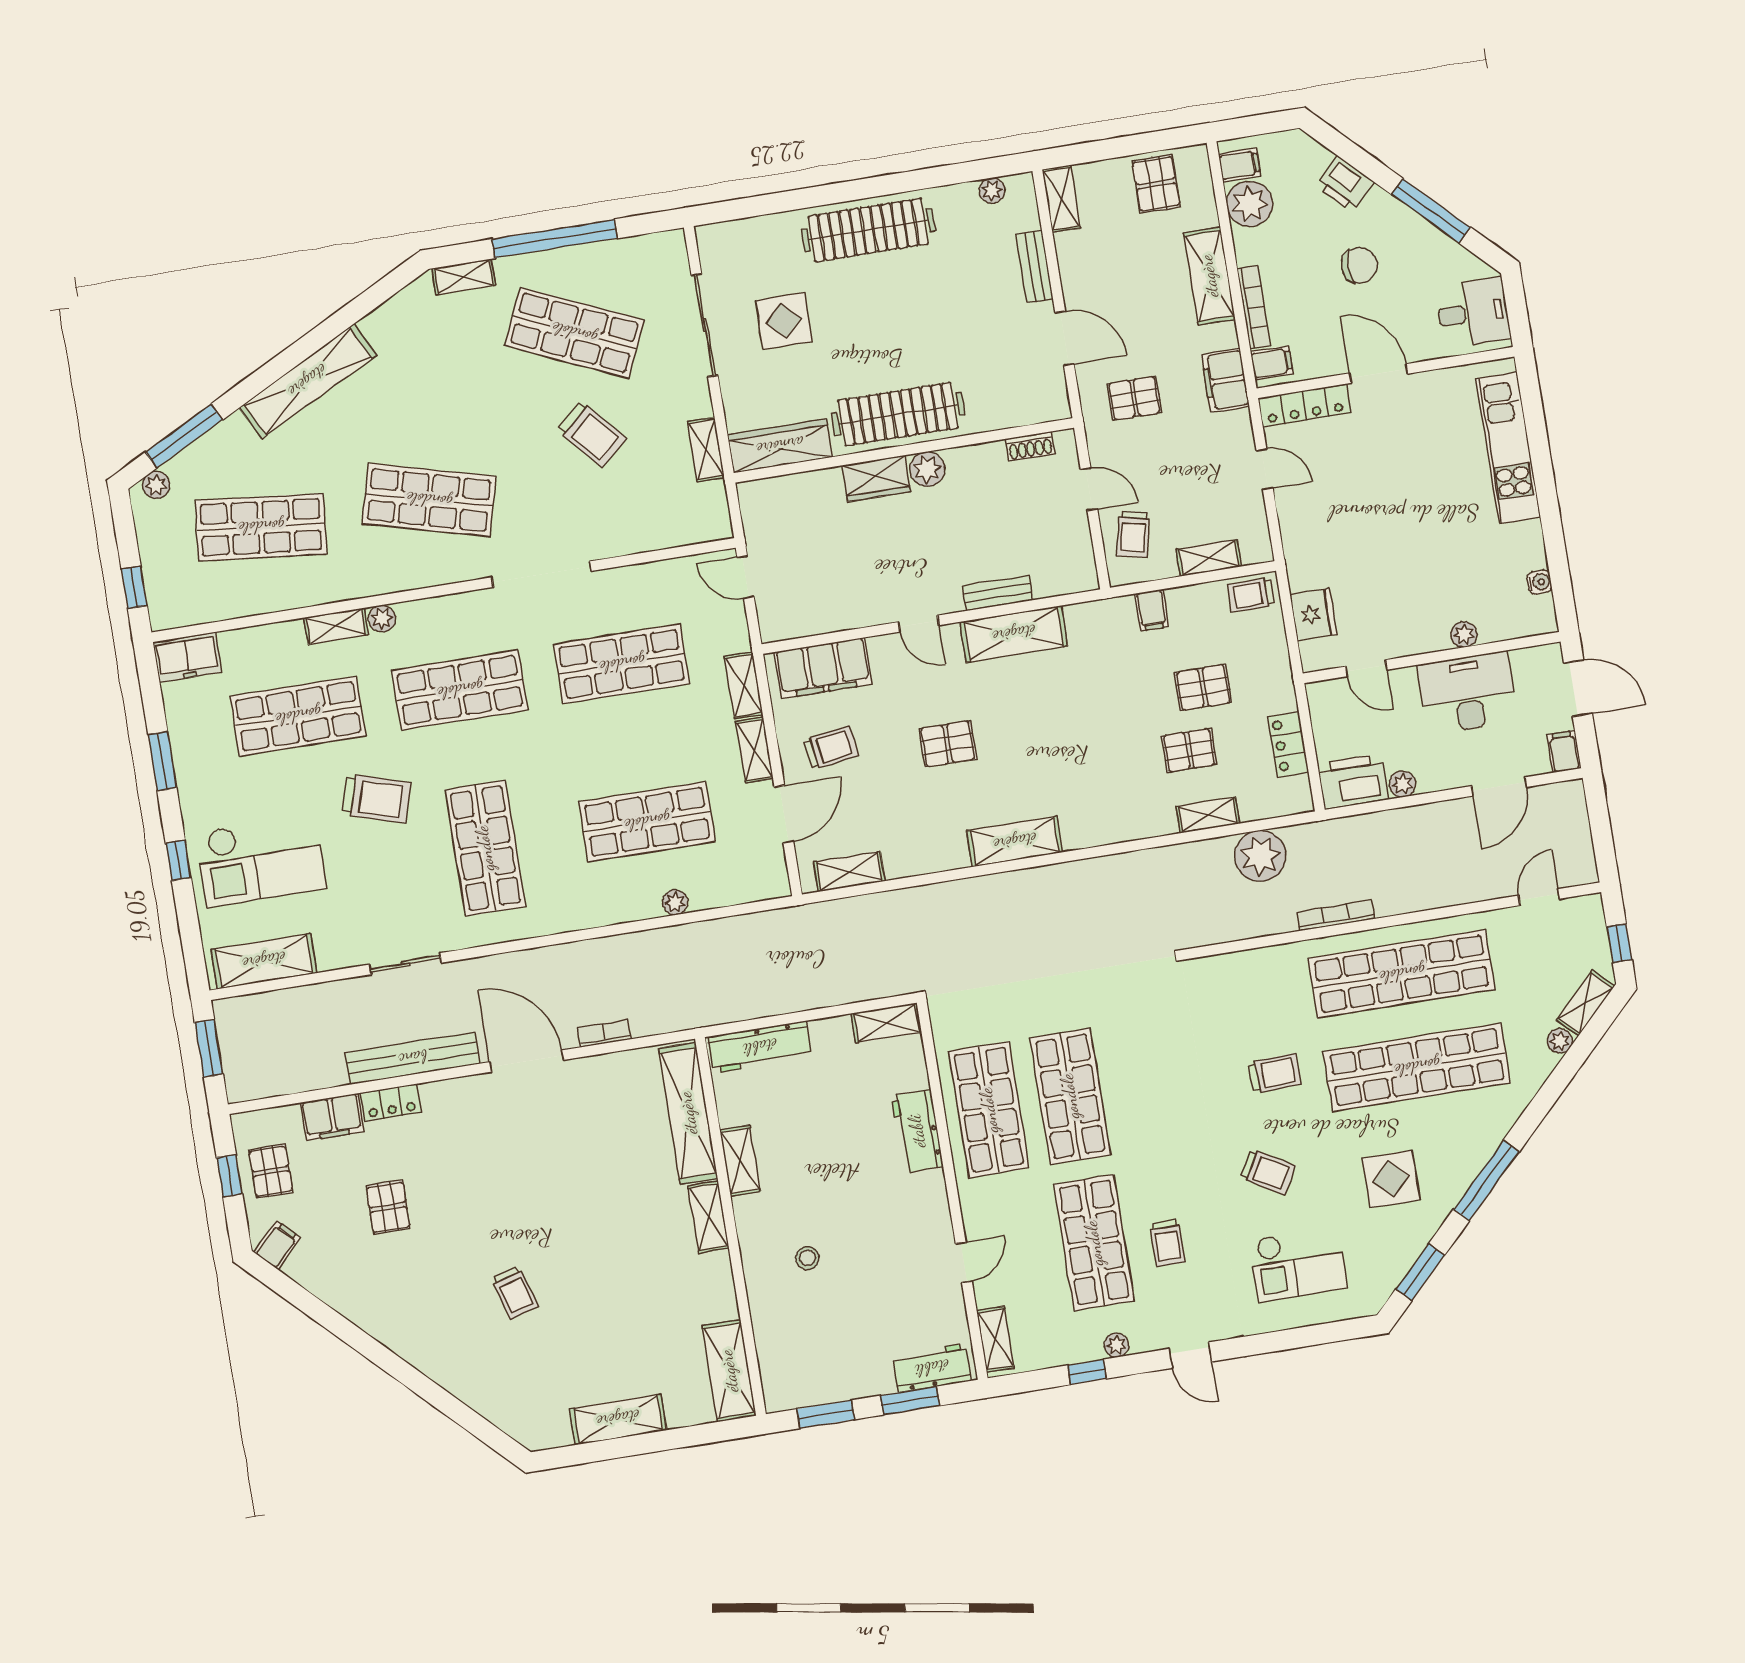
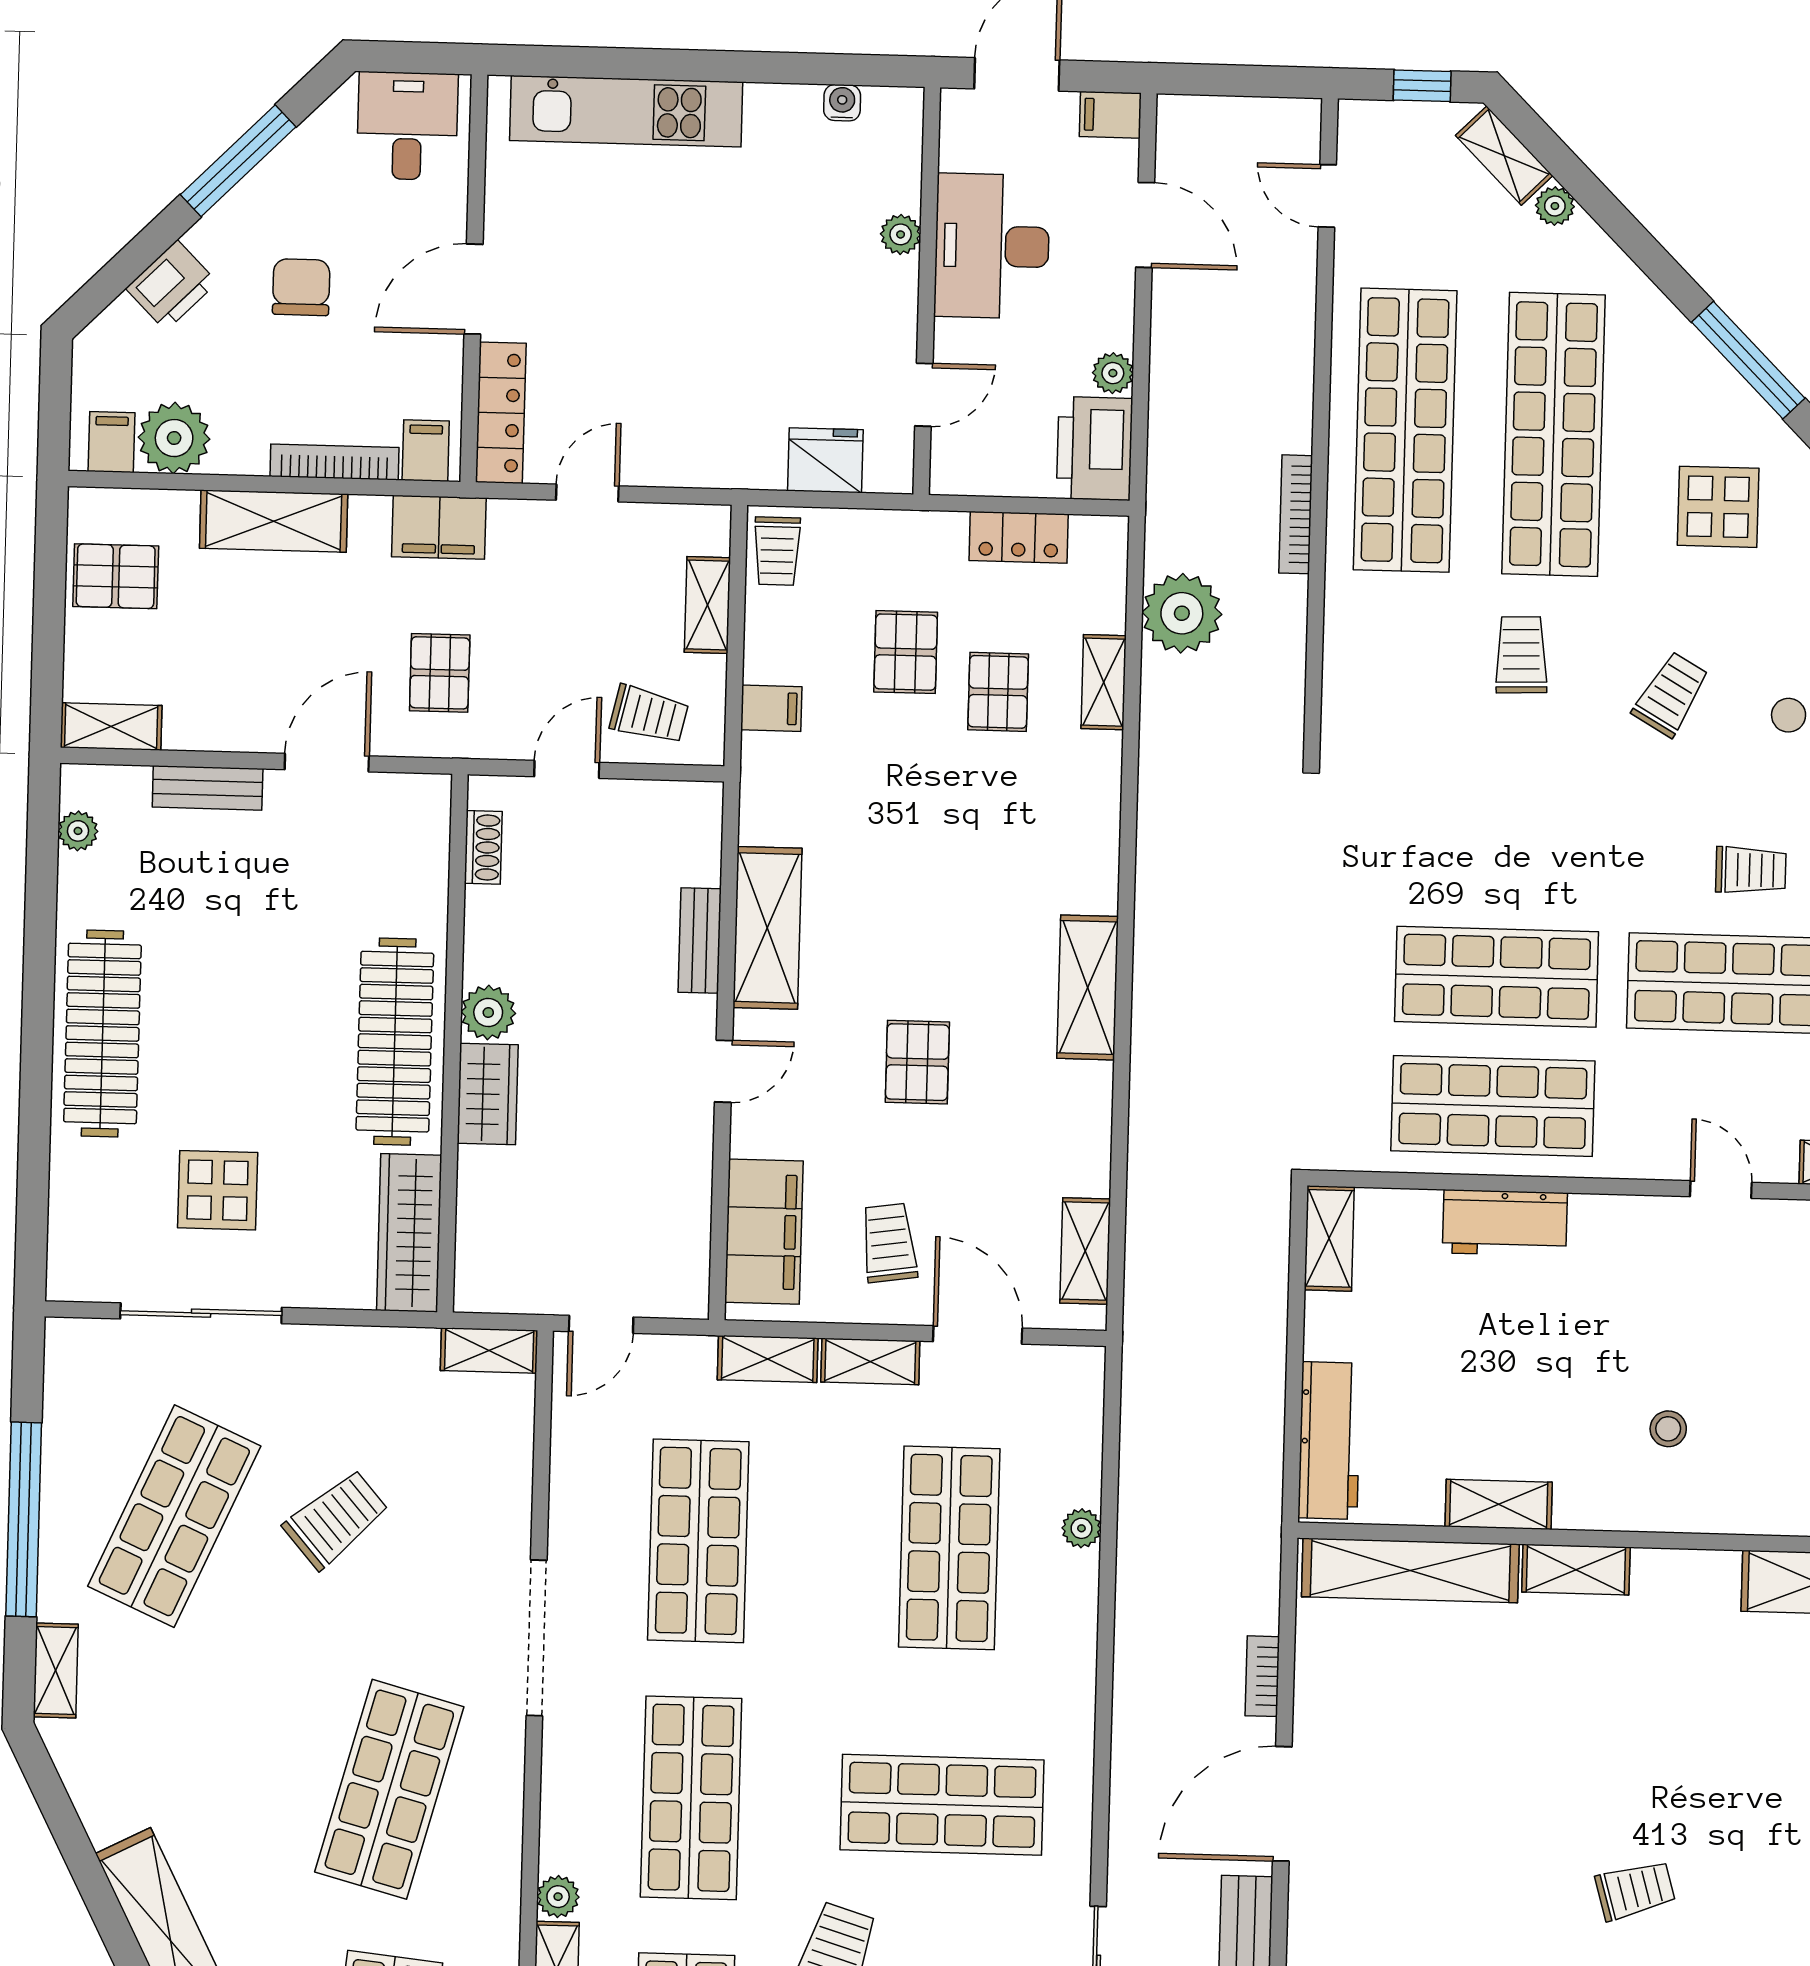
shelving: (706, 449) -> (489, 1350), moved

